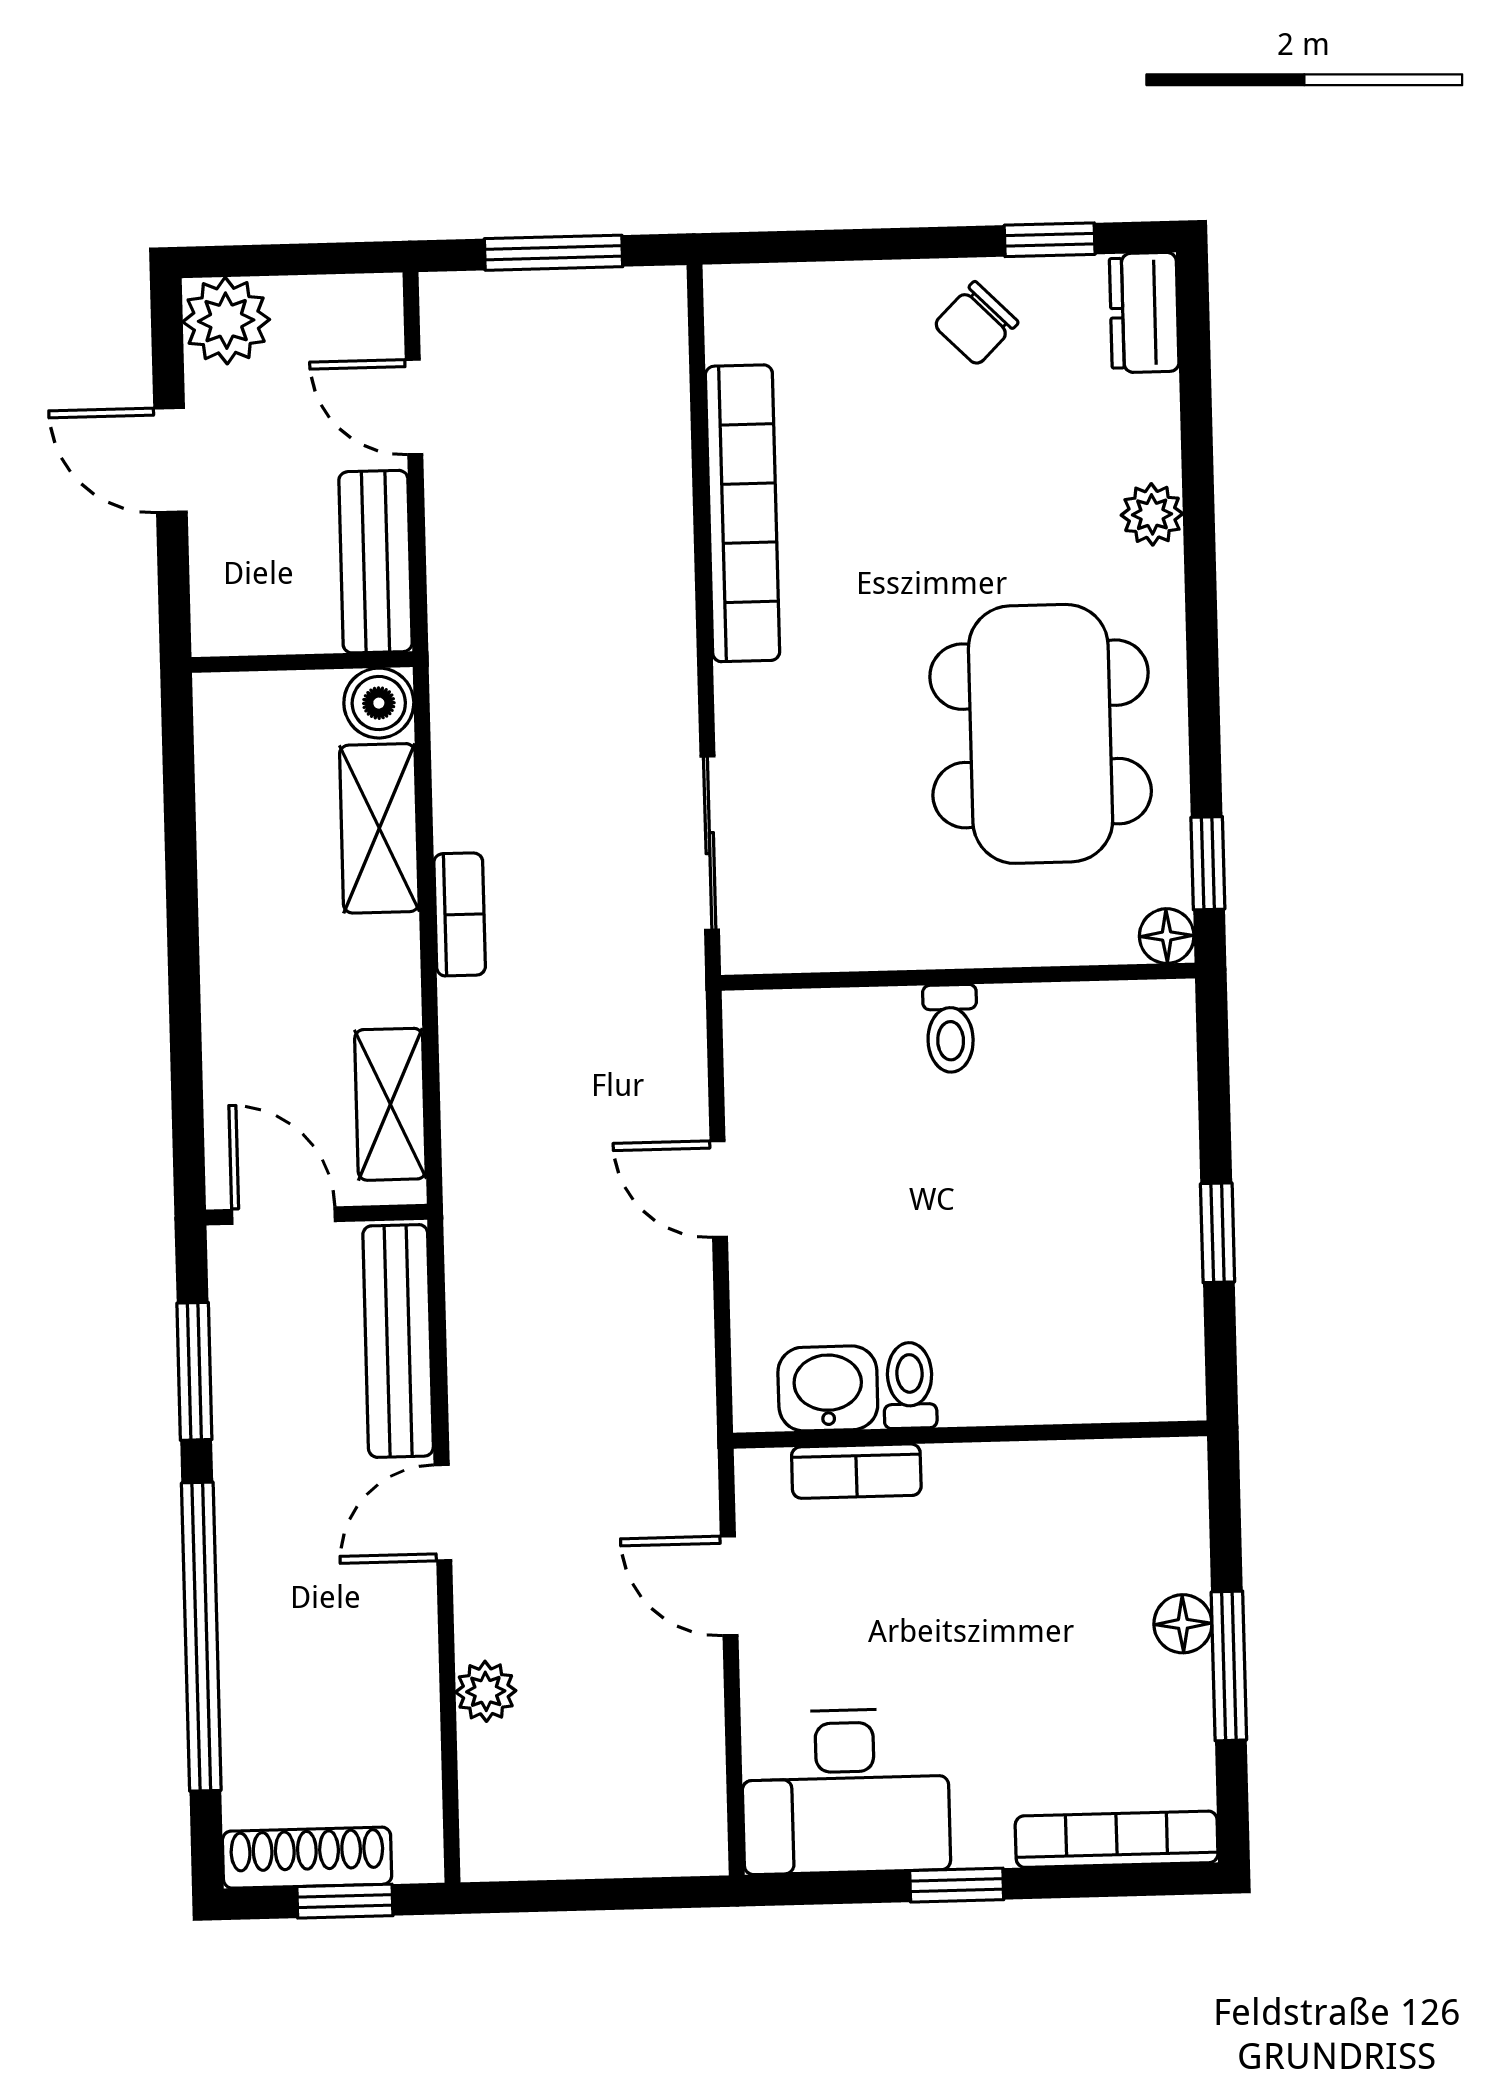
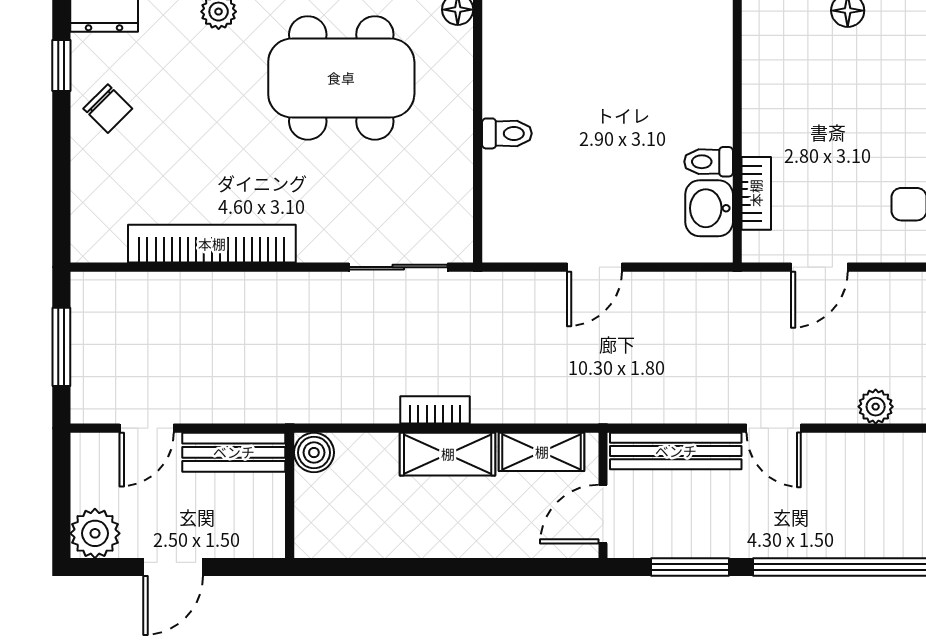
shelving: (379, 828) -> (448, 454), moved

